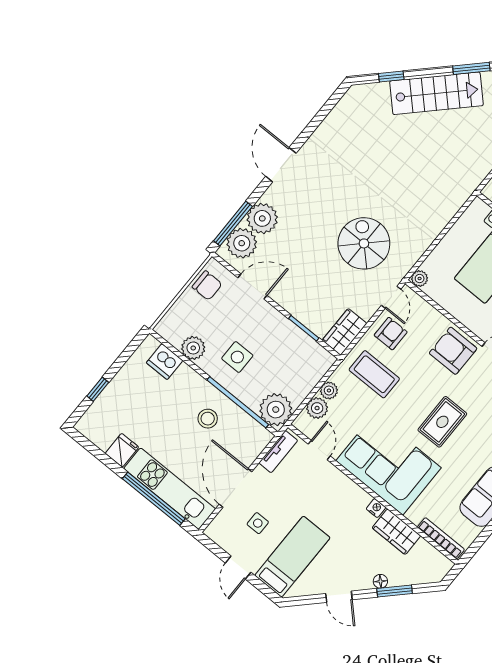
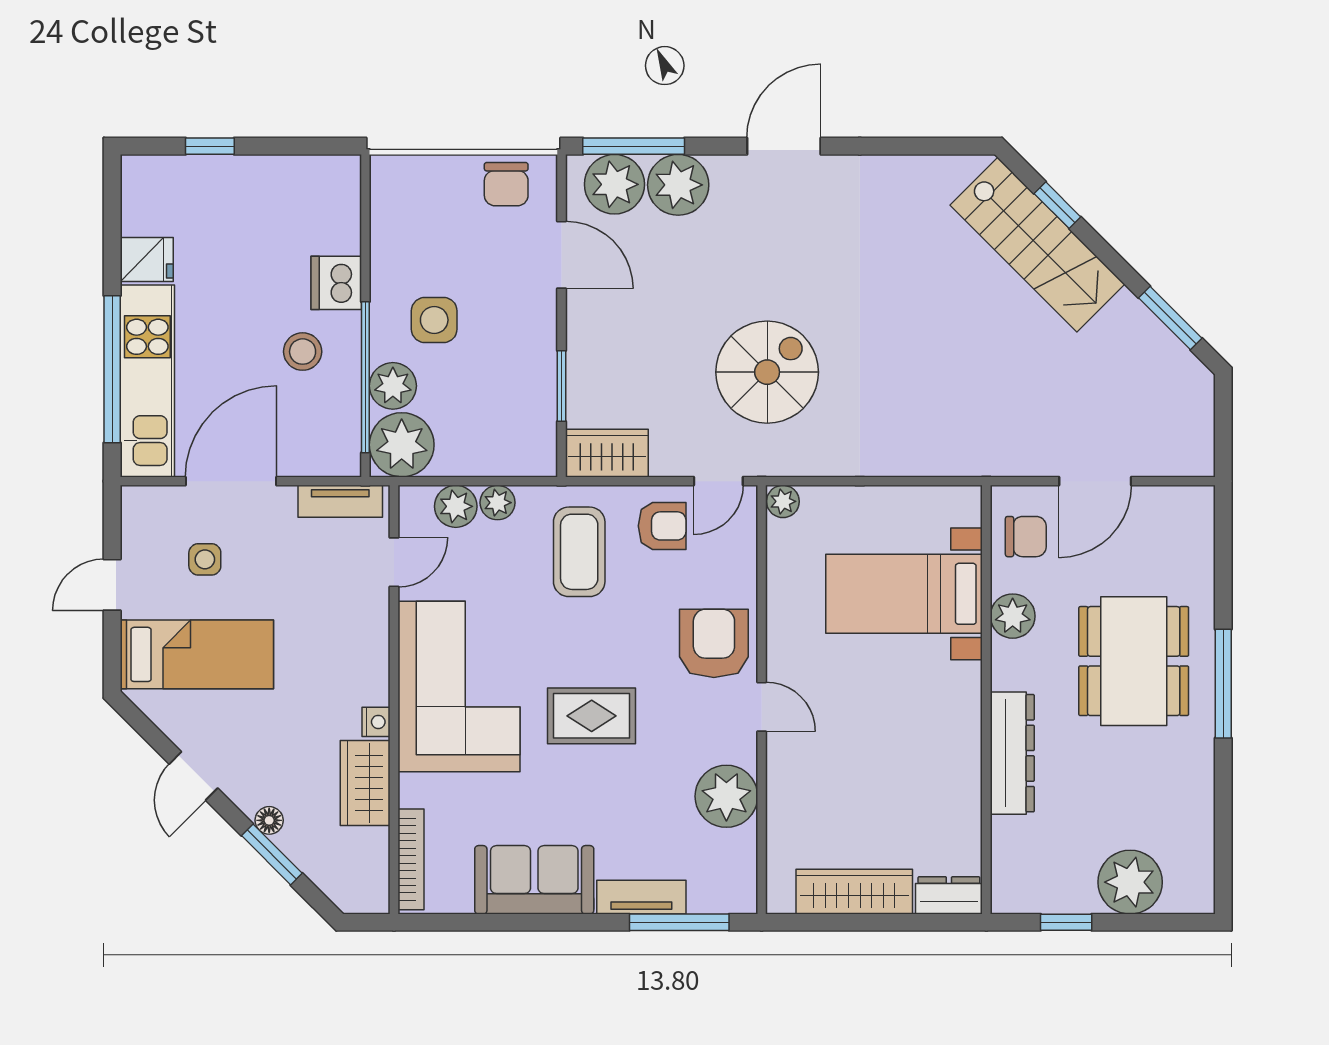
stairs: (436, 93) -> (1037, 245), moved
plant: (193, 348) -> (393, 386), moved
dishwasher: (165, 362) -> (336, 283), moved

